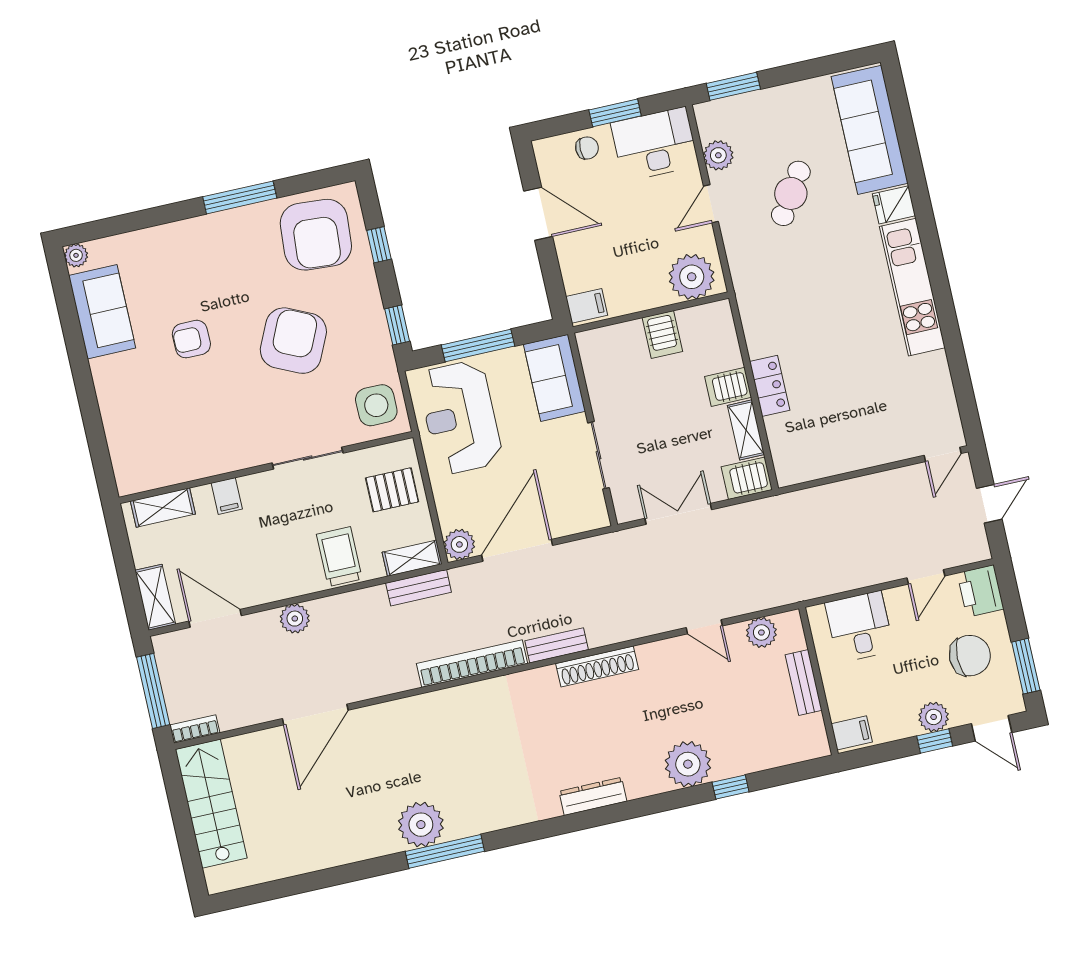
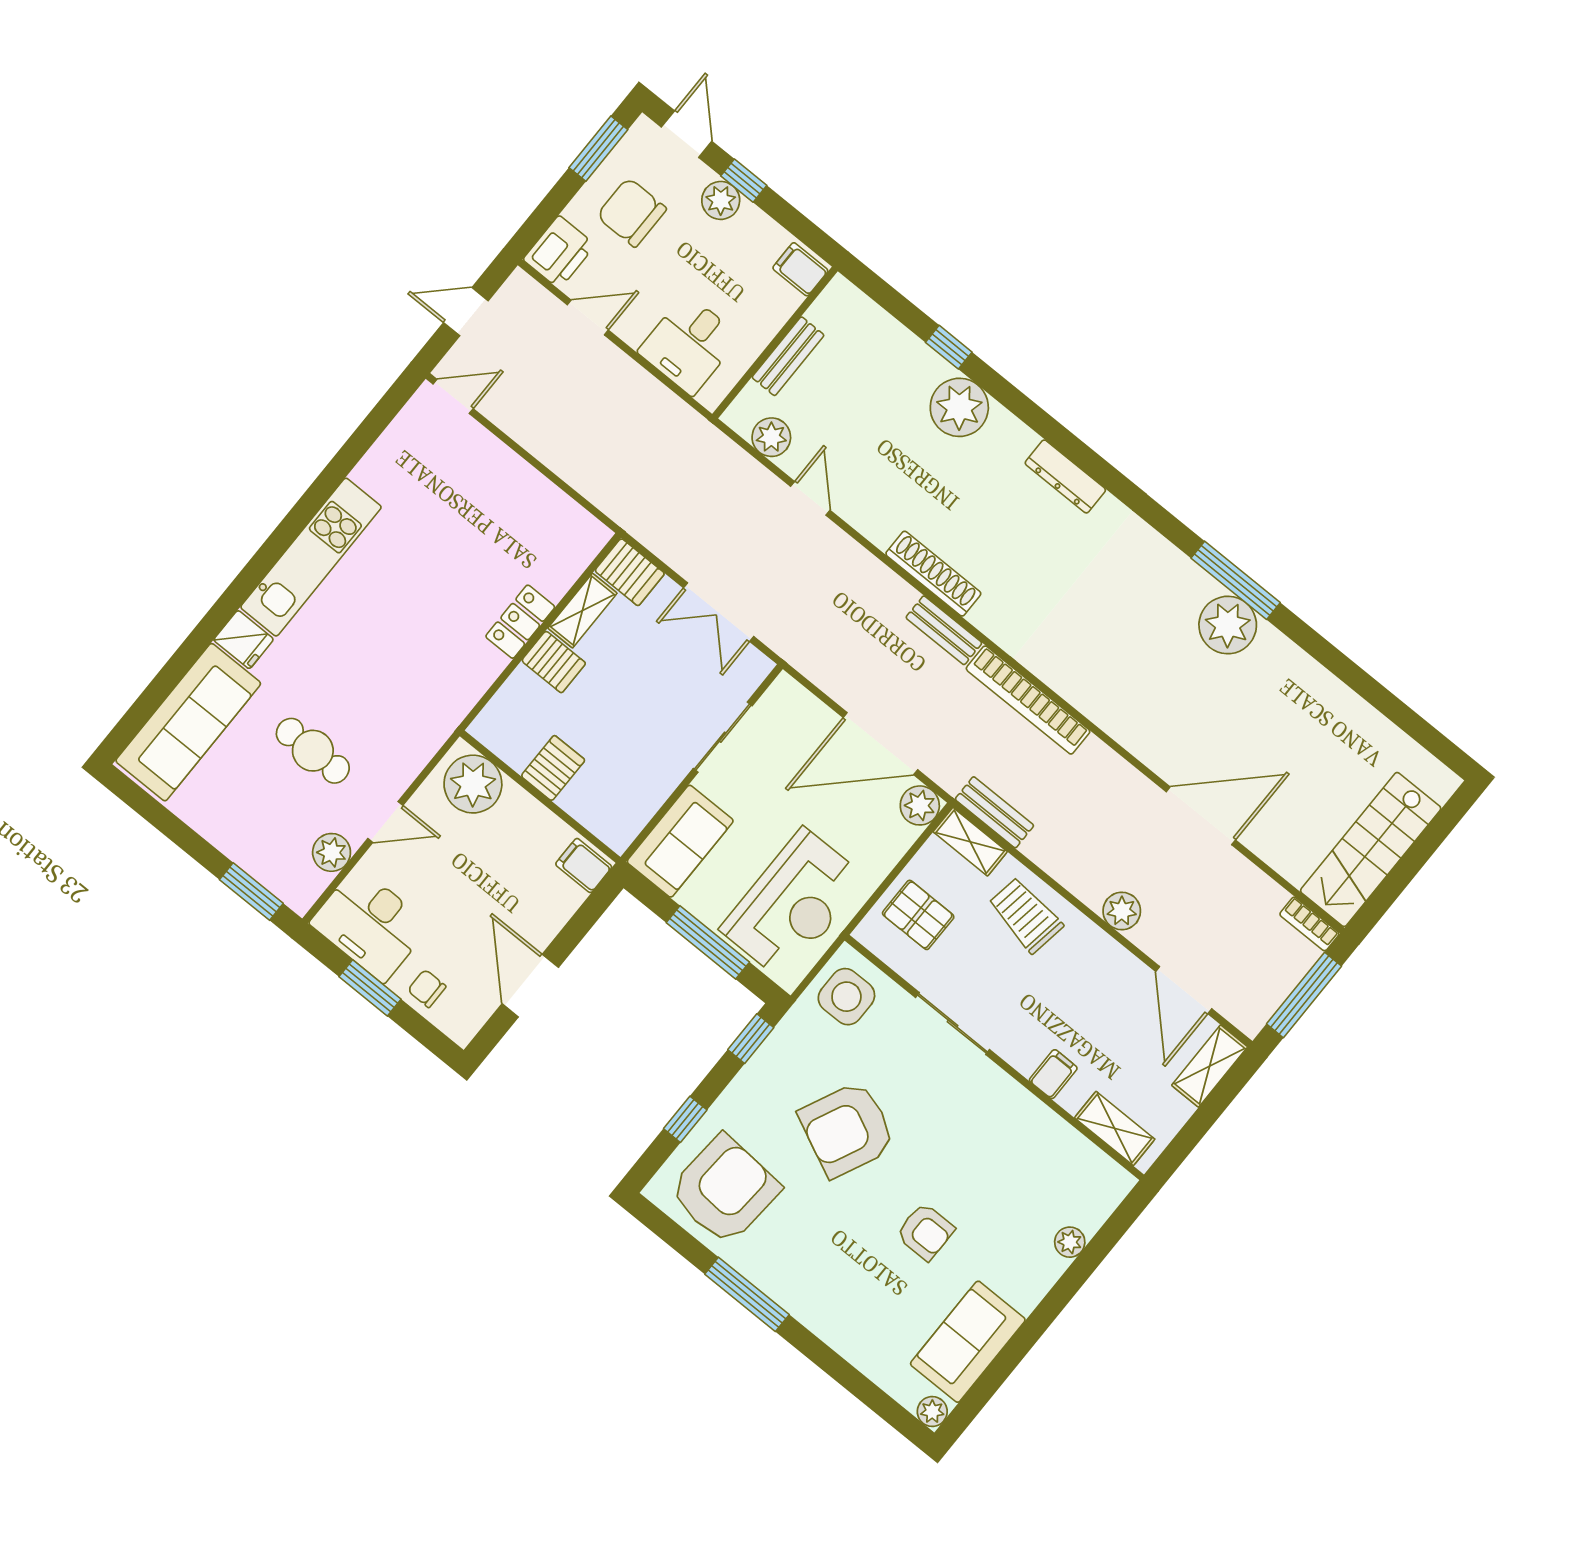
cafe table: (791, 193) -> (313, 751), turned 57
plant: (114, 424) -> (1070, 1242), added
trolley: (339, 557) -> (1026, 915), turned 99

